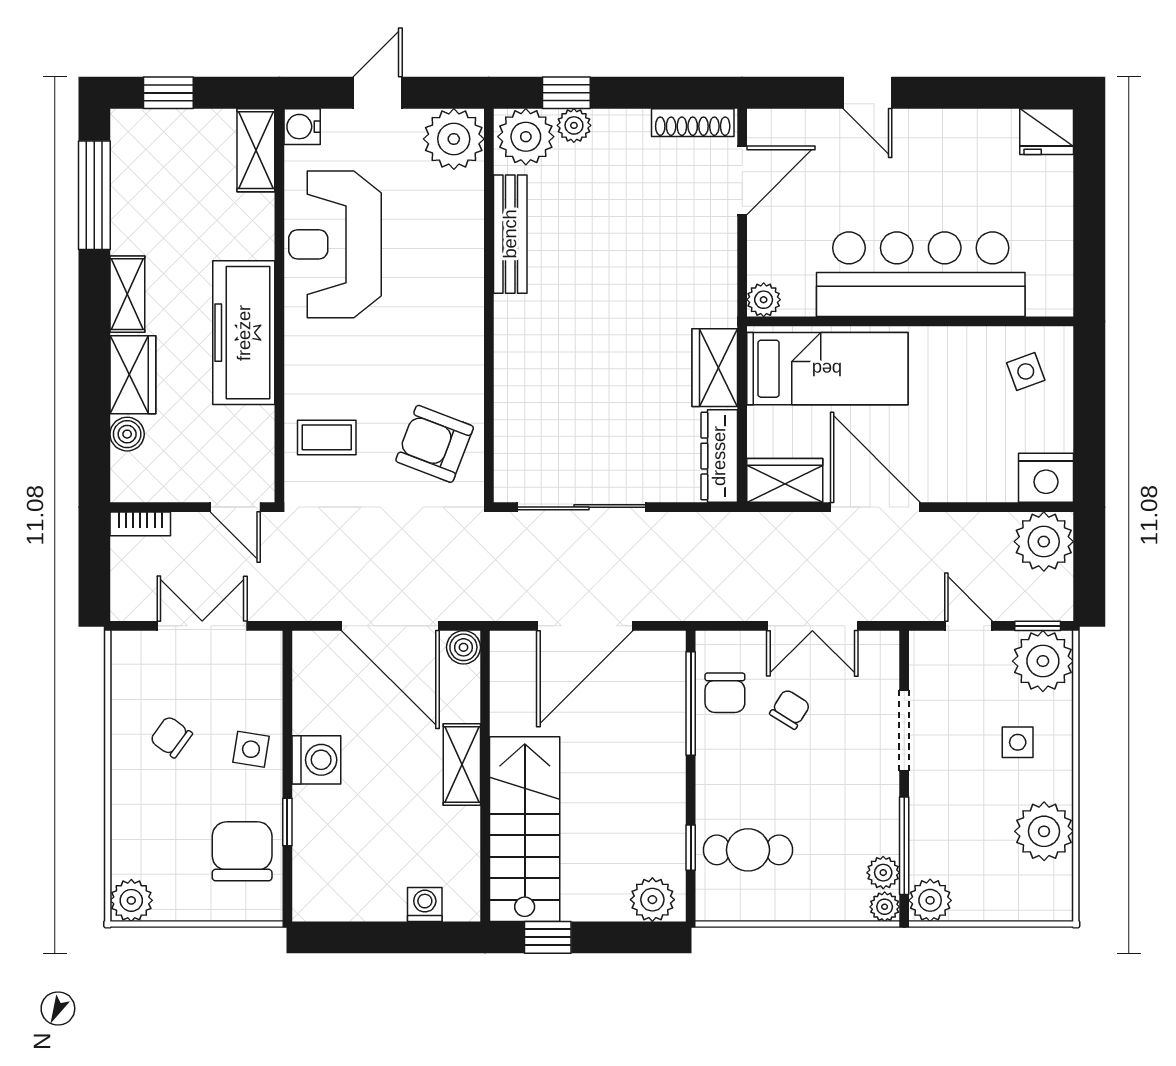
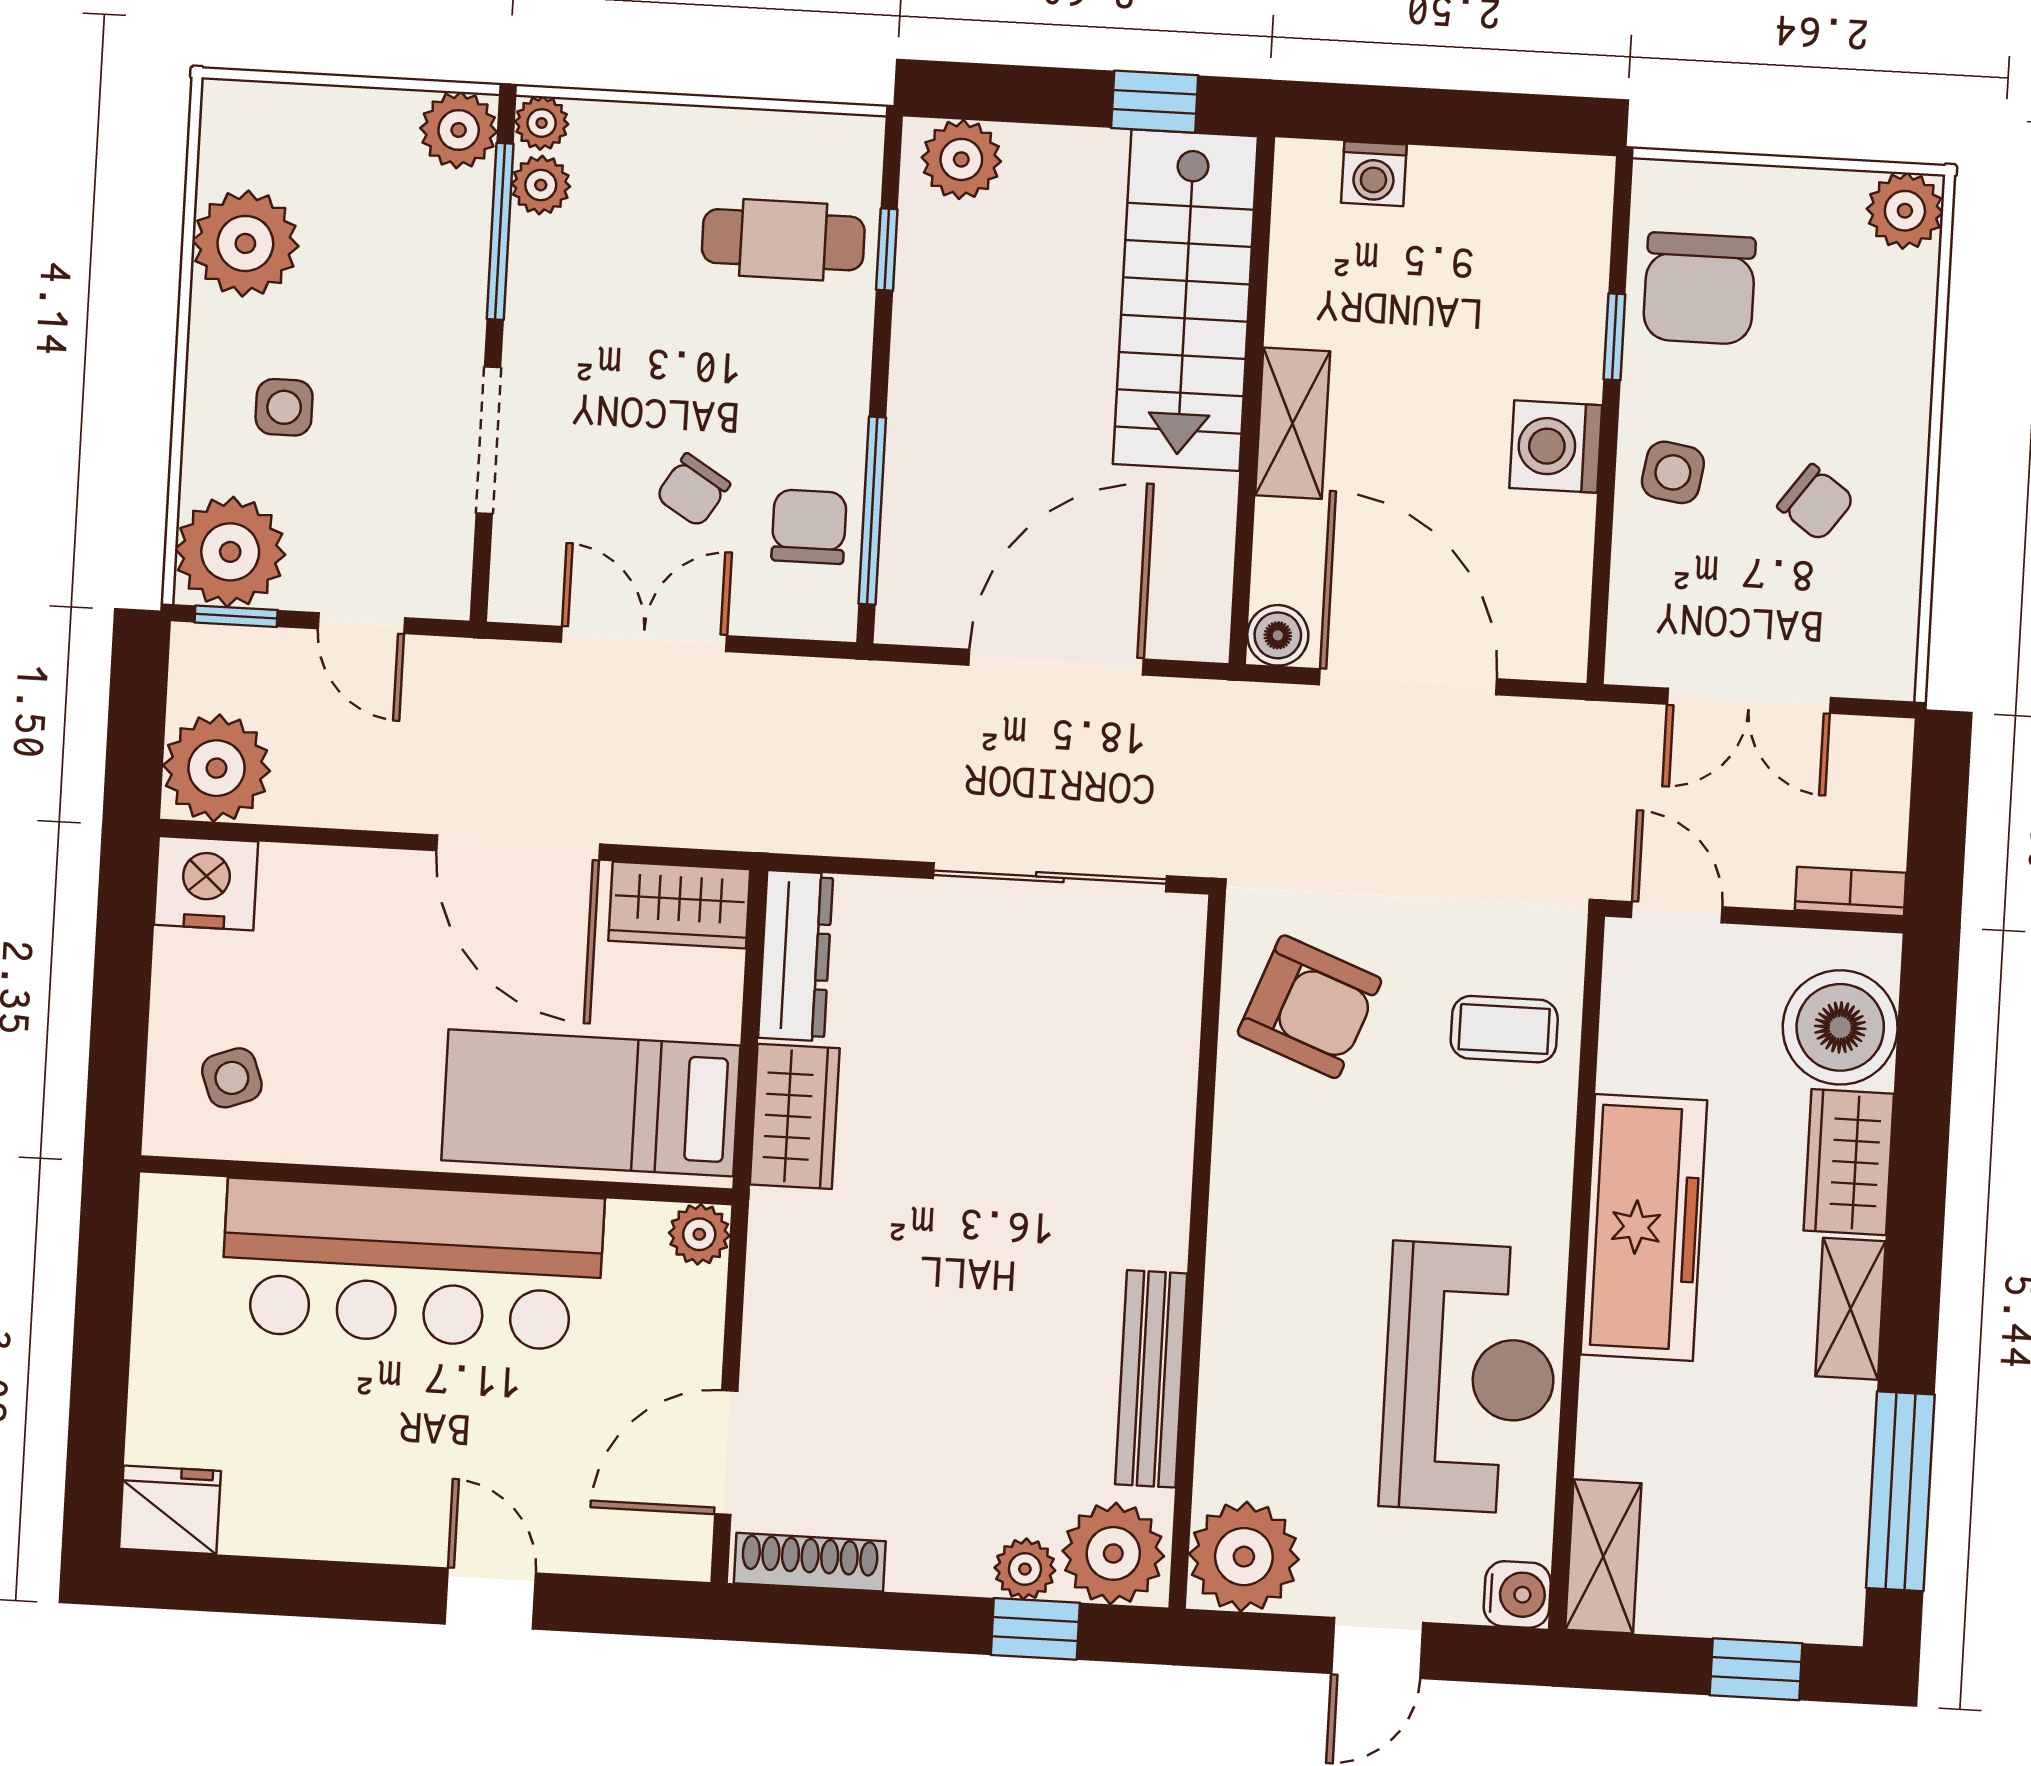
boiler: (127, 434) -> (1840, 1027), width x1.86, depth x1.86

